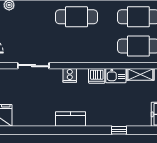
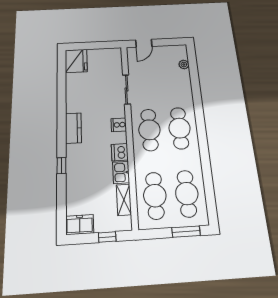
cafe table: (76, 46) -> (149, 130), added
window: (119, 130) -> (61, 166), moved

